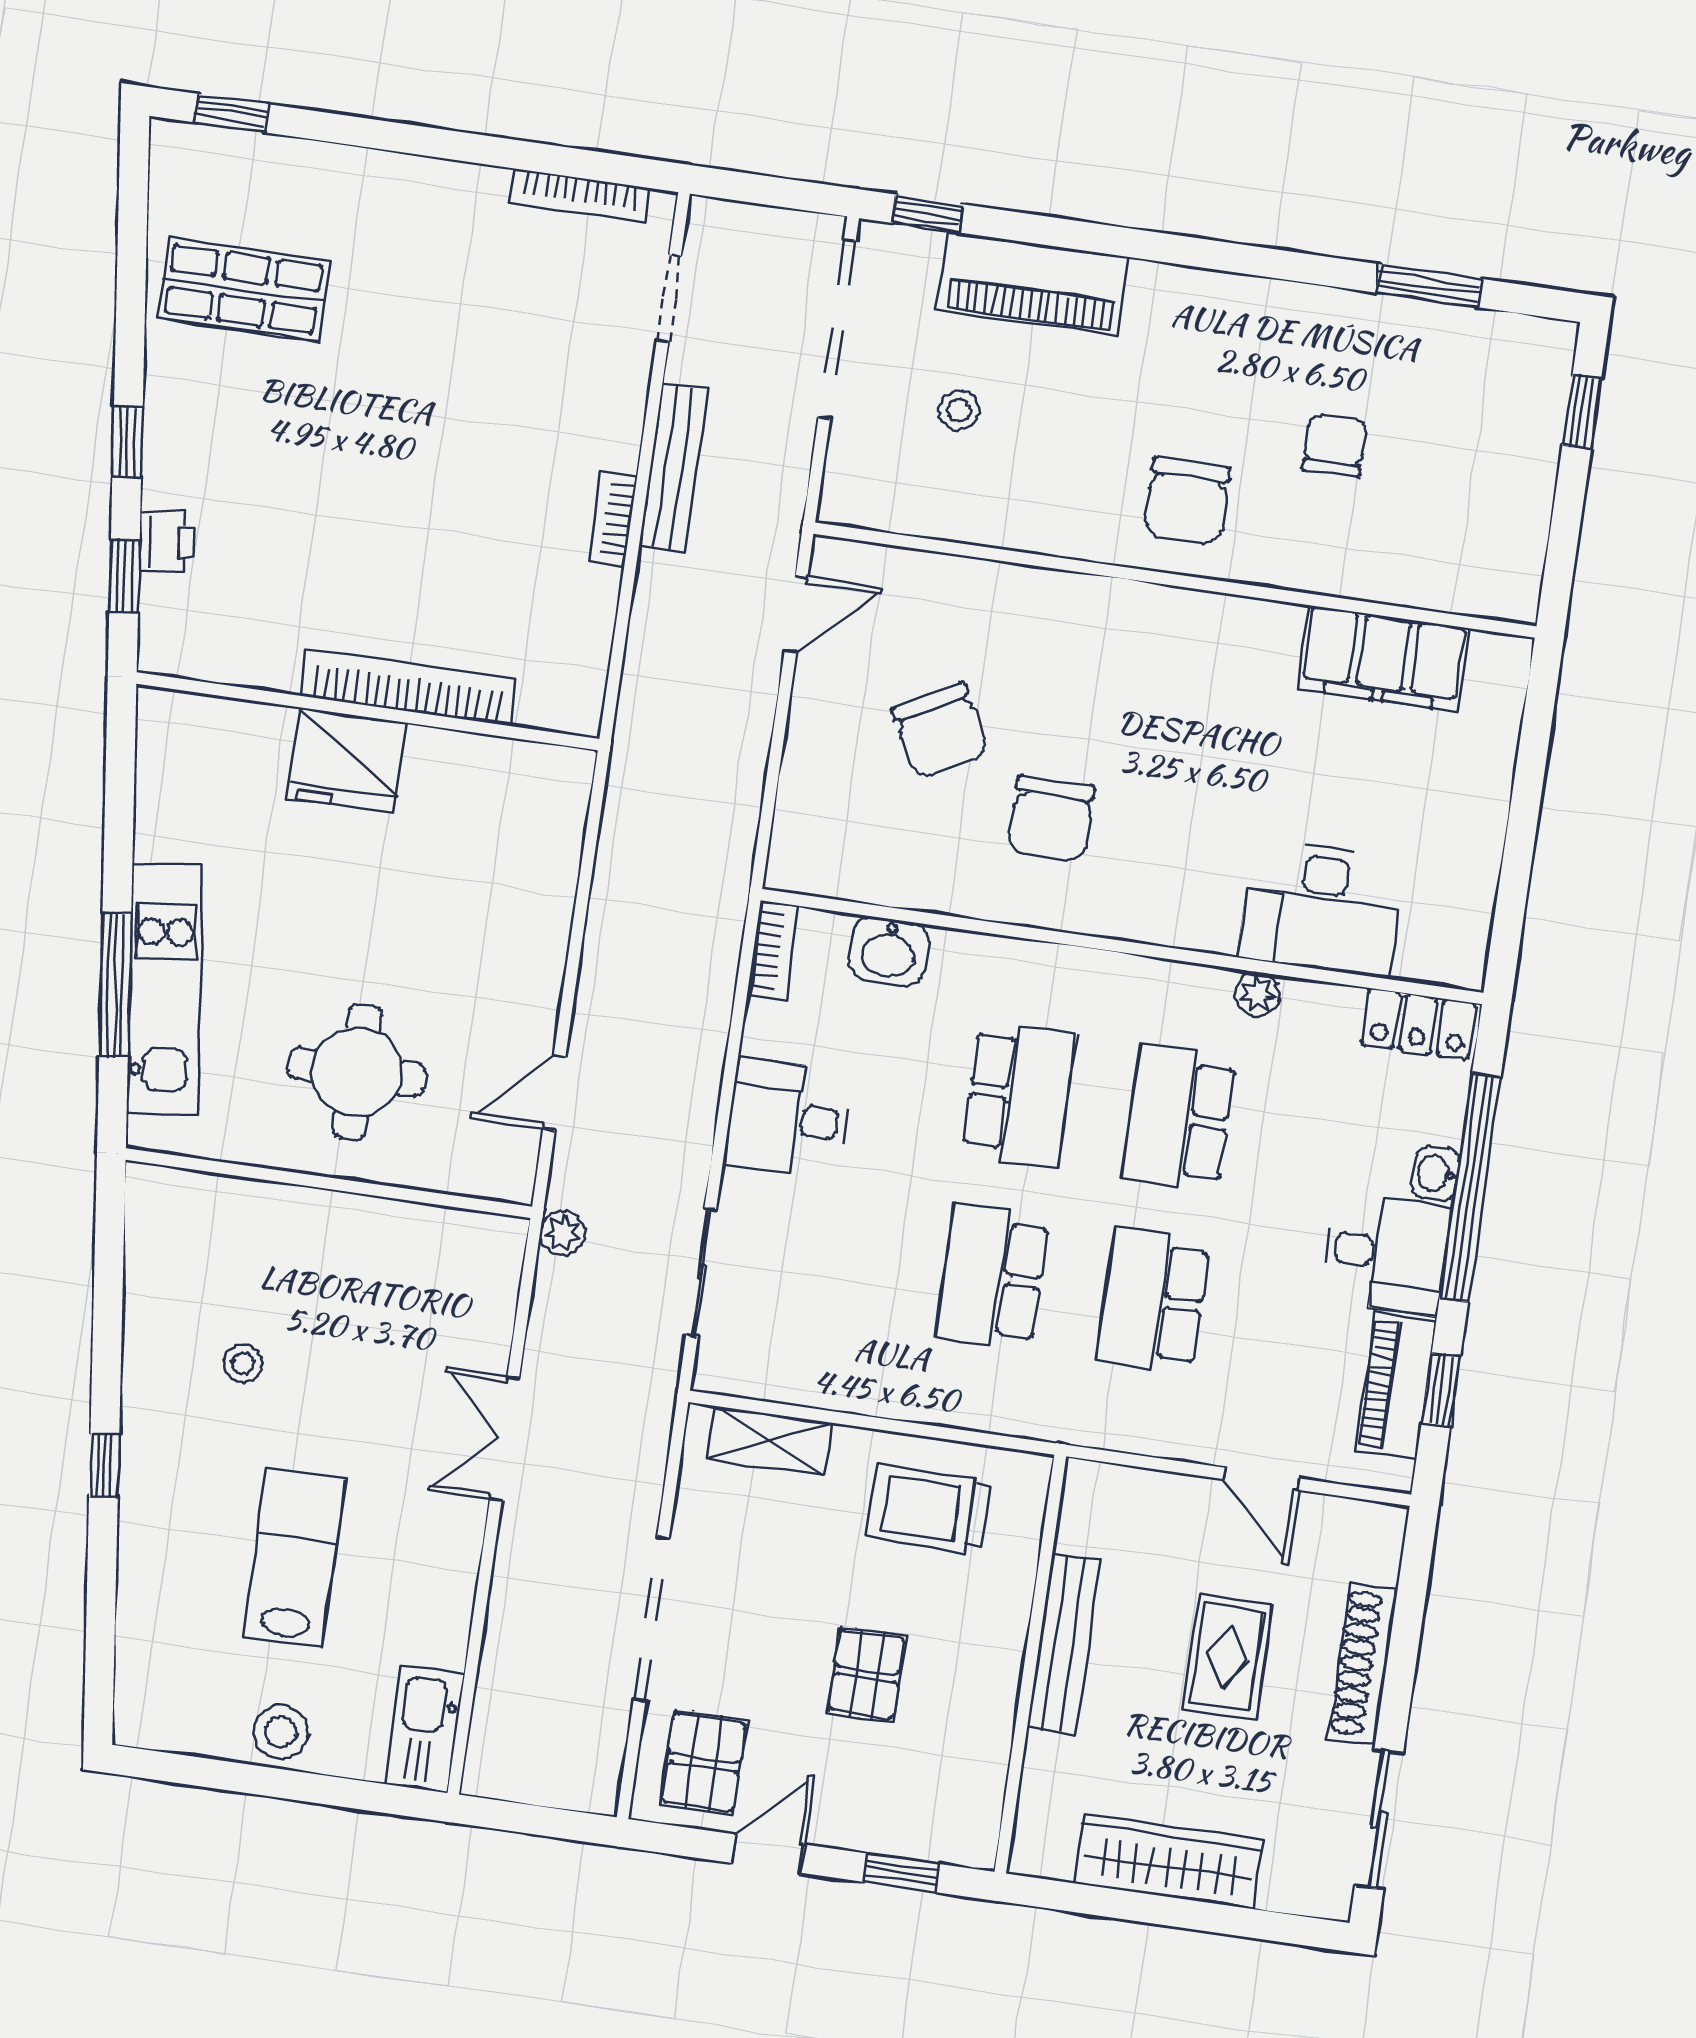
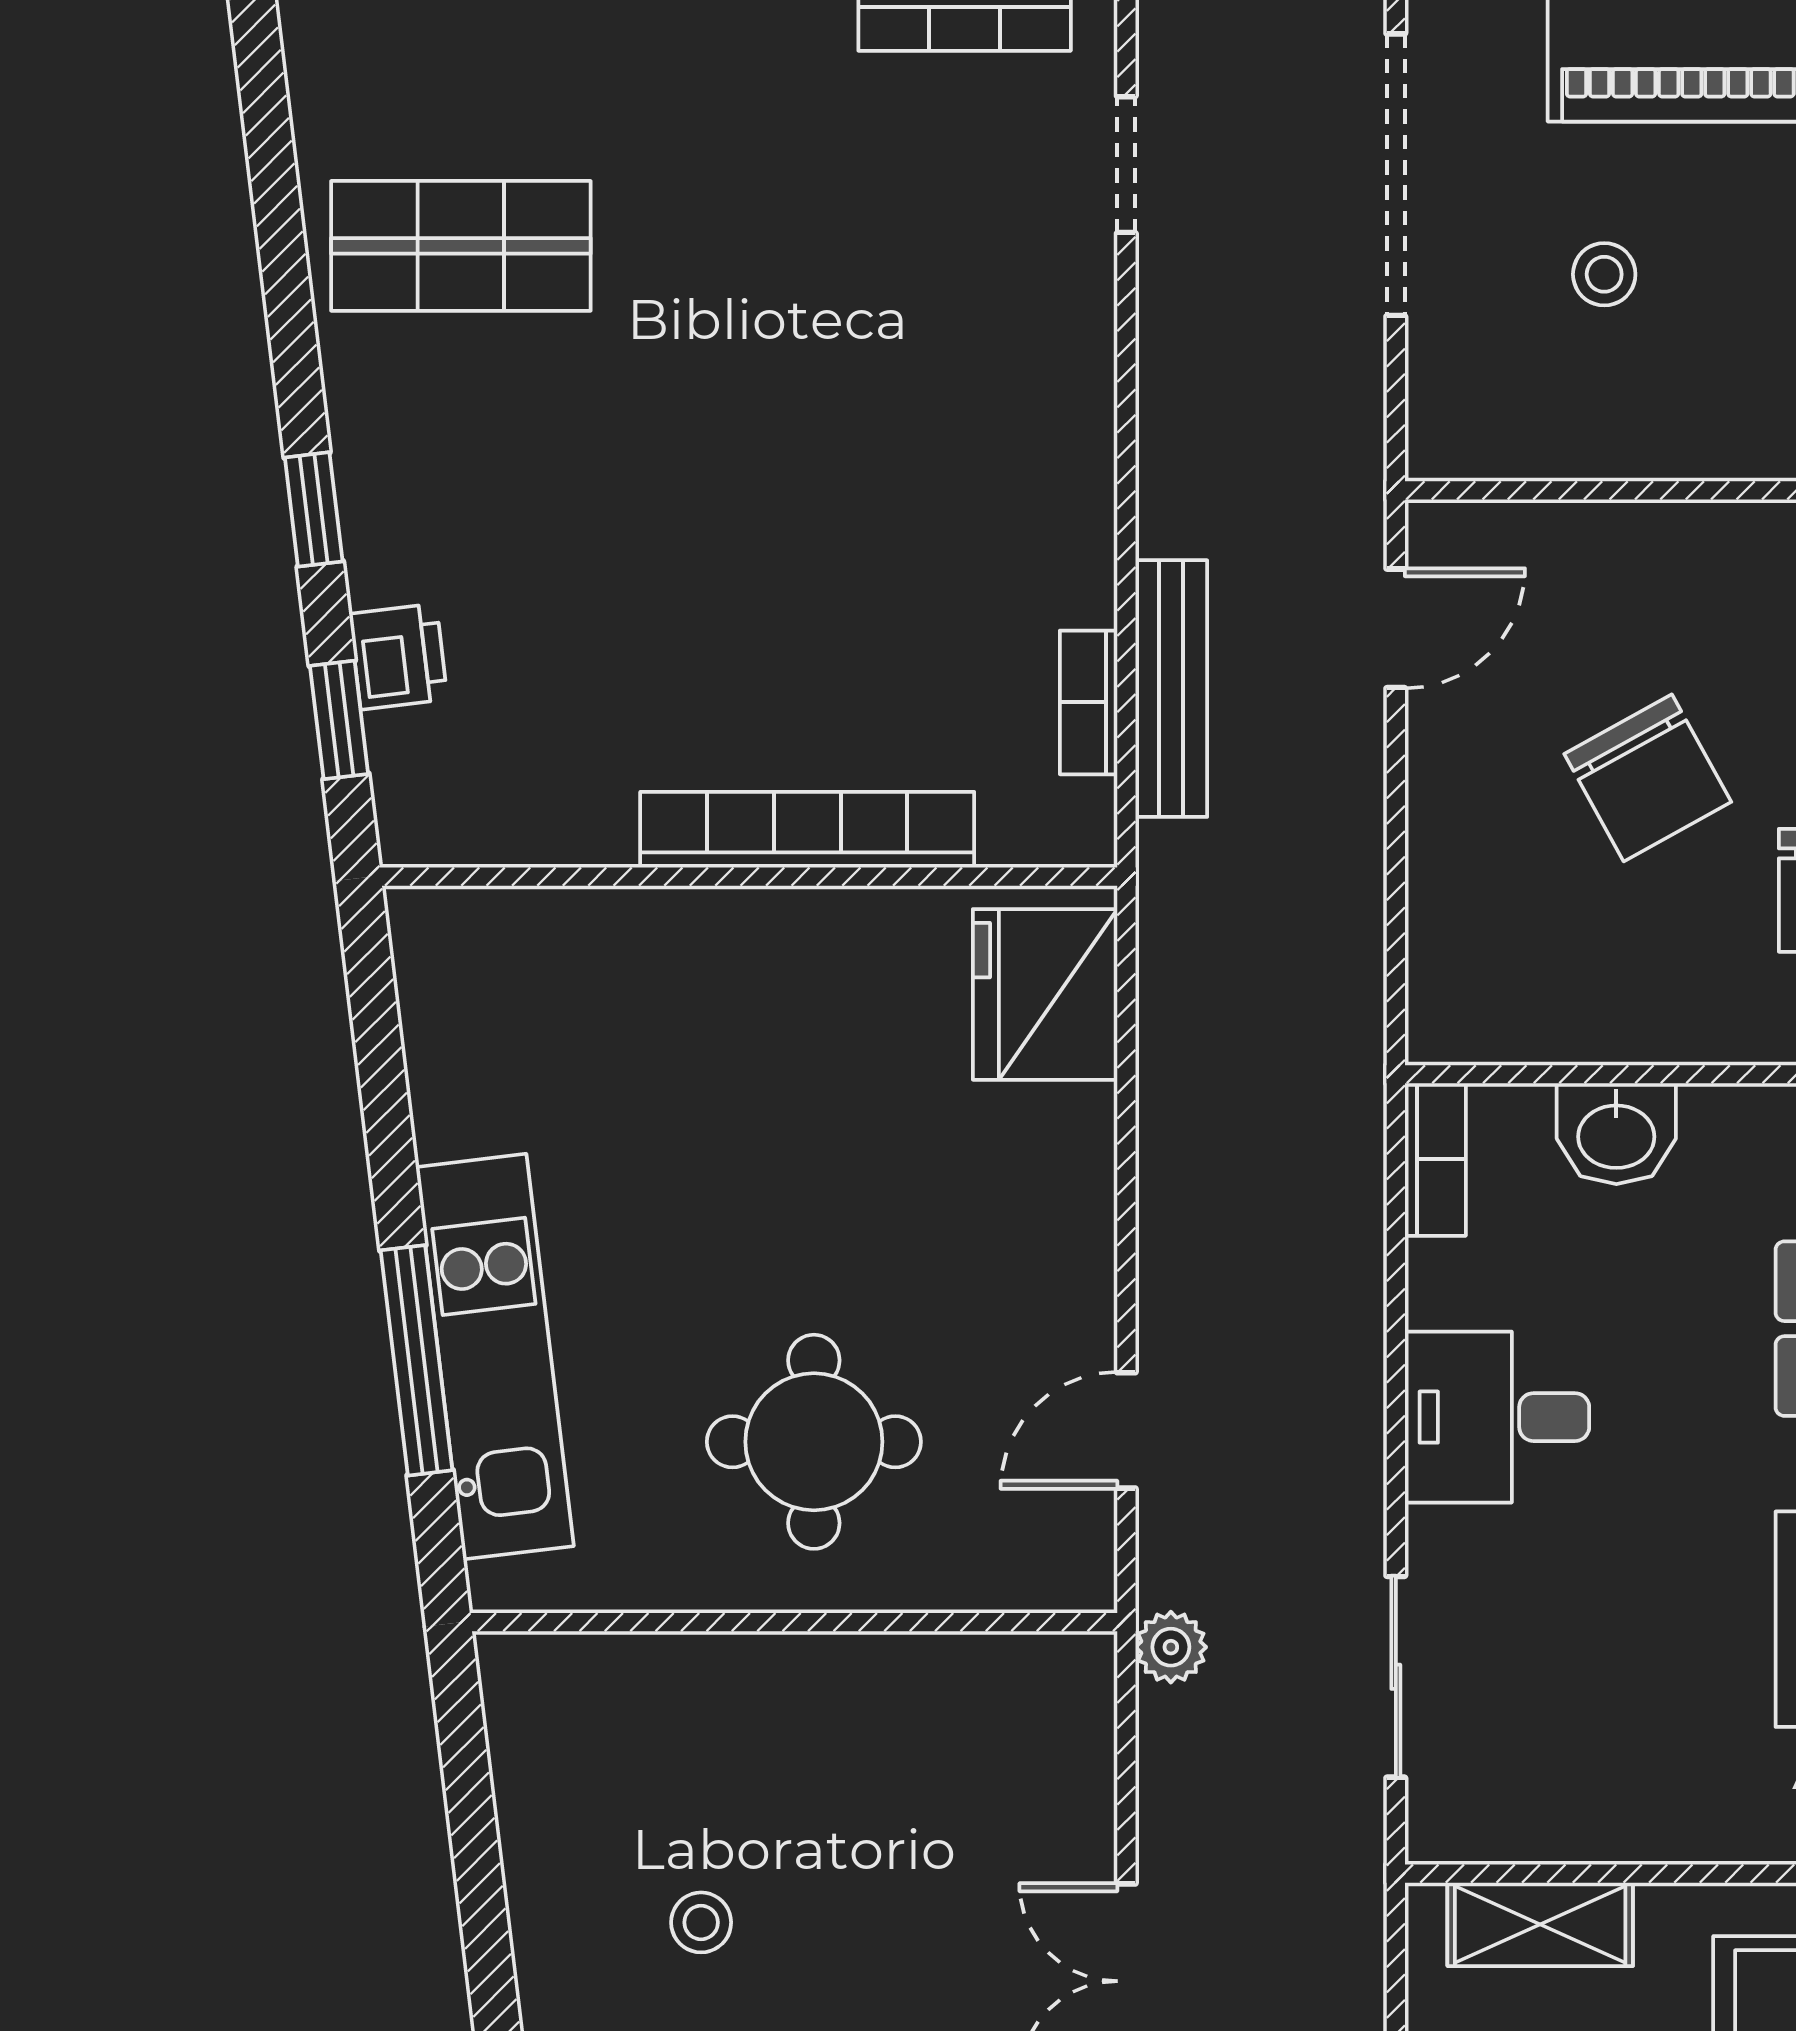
bench: (673, 467) -> (1171, 689), moved
bookcase: (613, 519) -> (1089, 702), moved
fridge: (347, 760) -> (1045, 994), moved, turned 90

